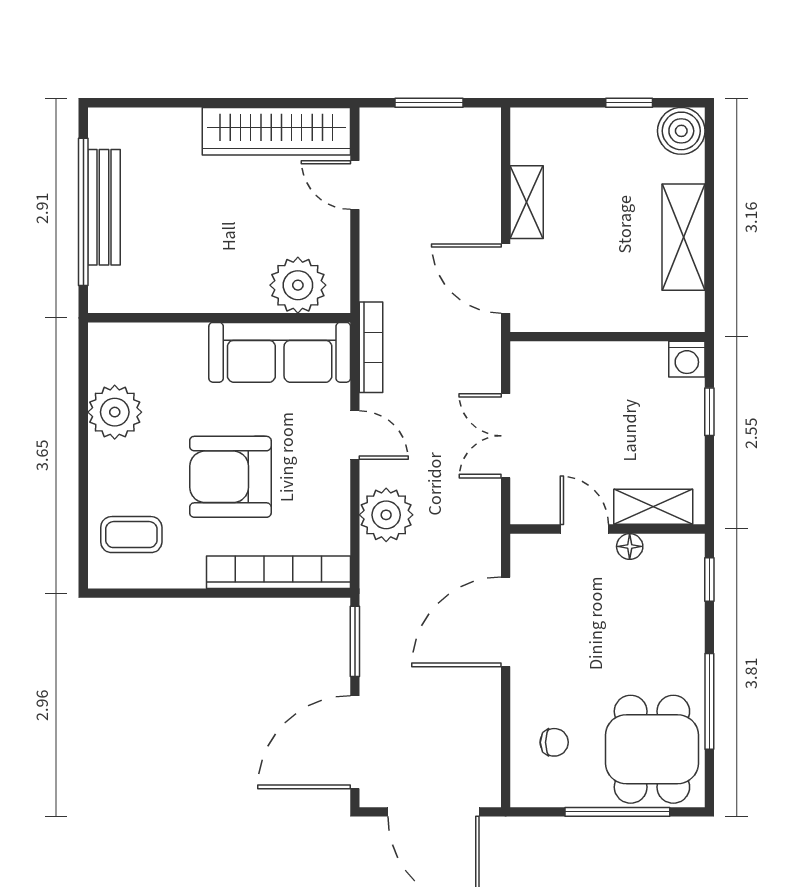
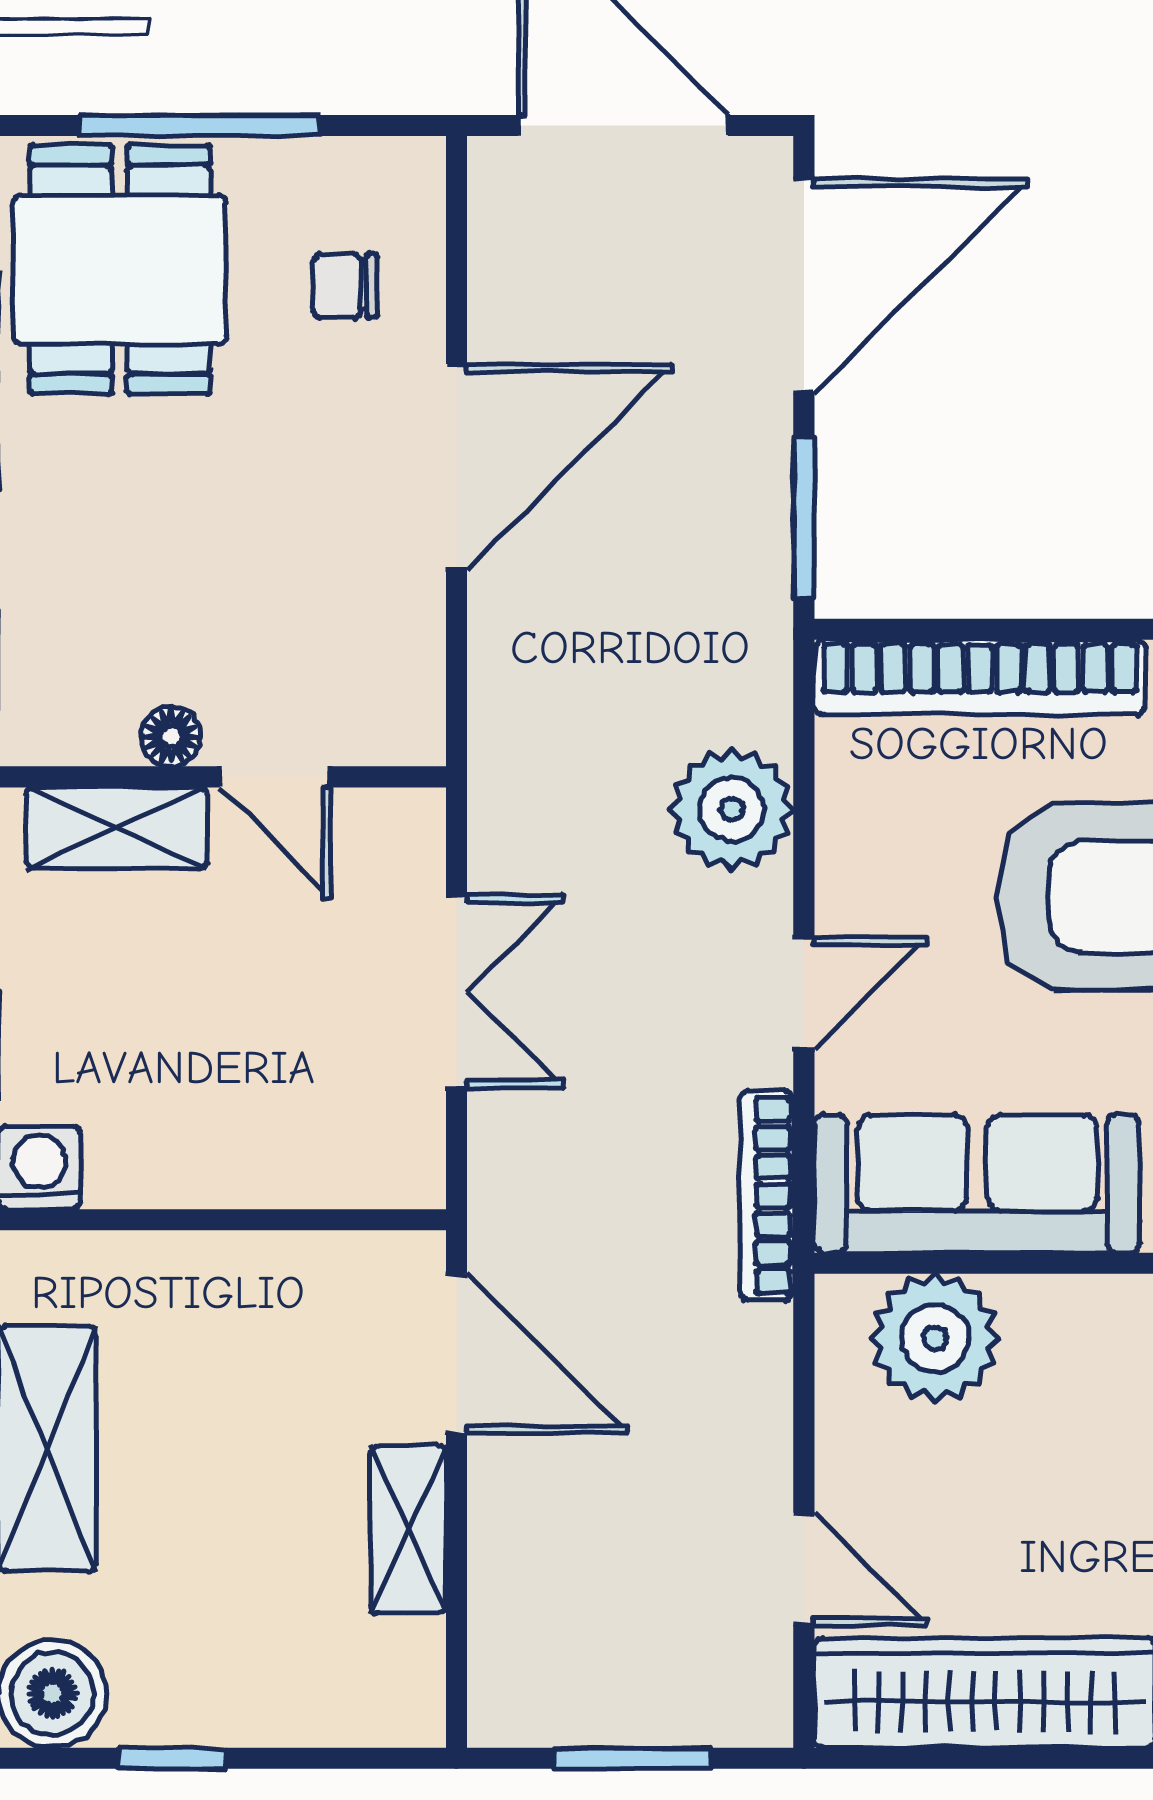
door: (355, 435) -> (804, 993), swing flipped
door: (506, 622) -> (456, 467), moved

